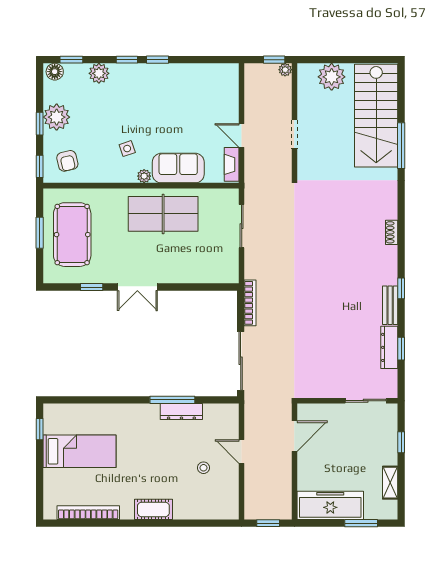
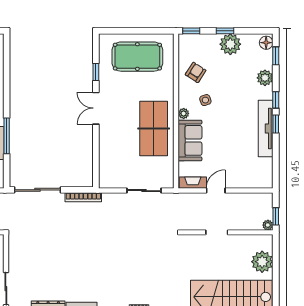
tv unit: (163, 72) -> (266, 129), added
armchair: (67, 161) -> (196, 72), moved, turned 136
window: (40, 233) -> (139, 31), removed

